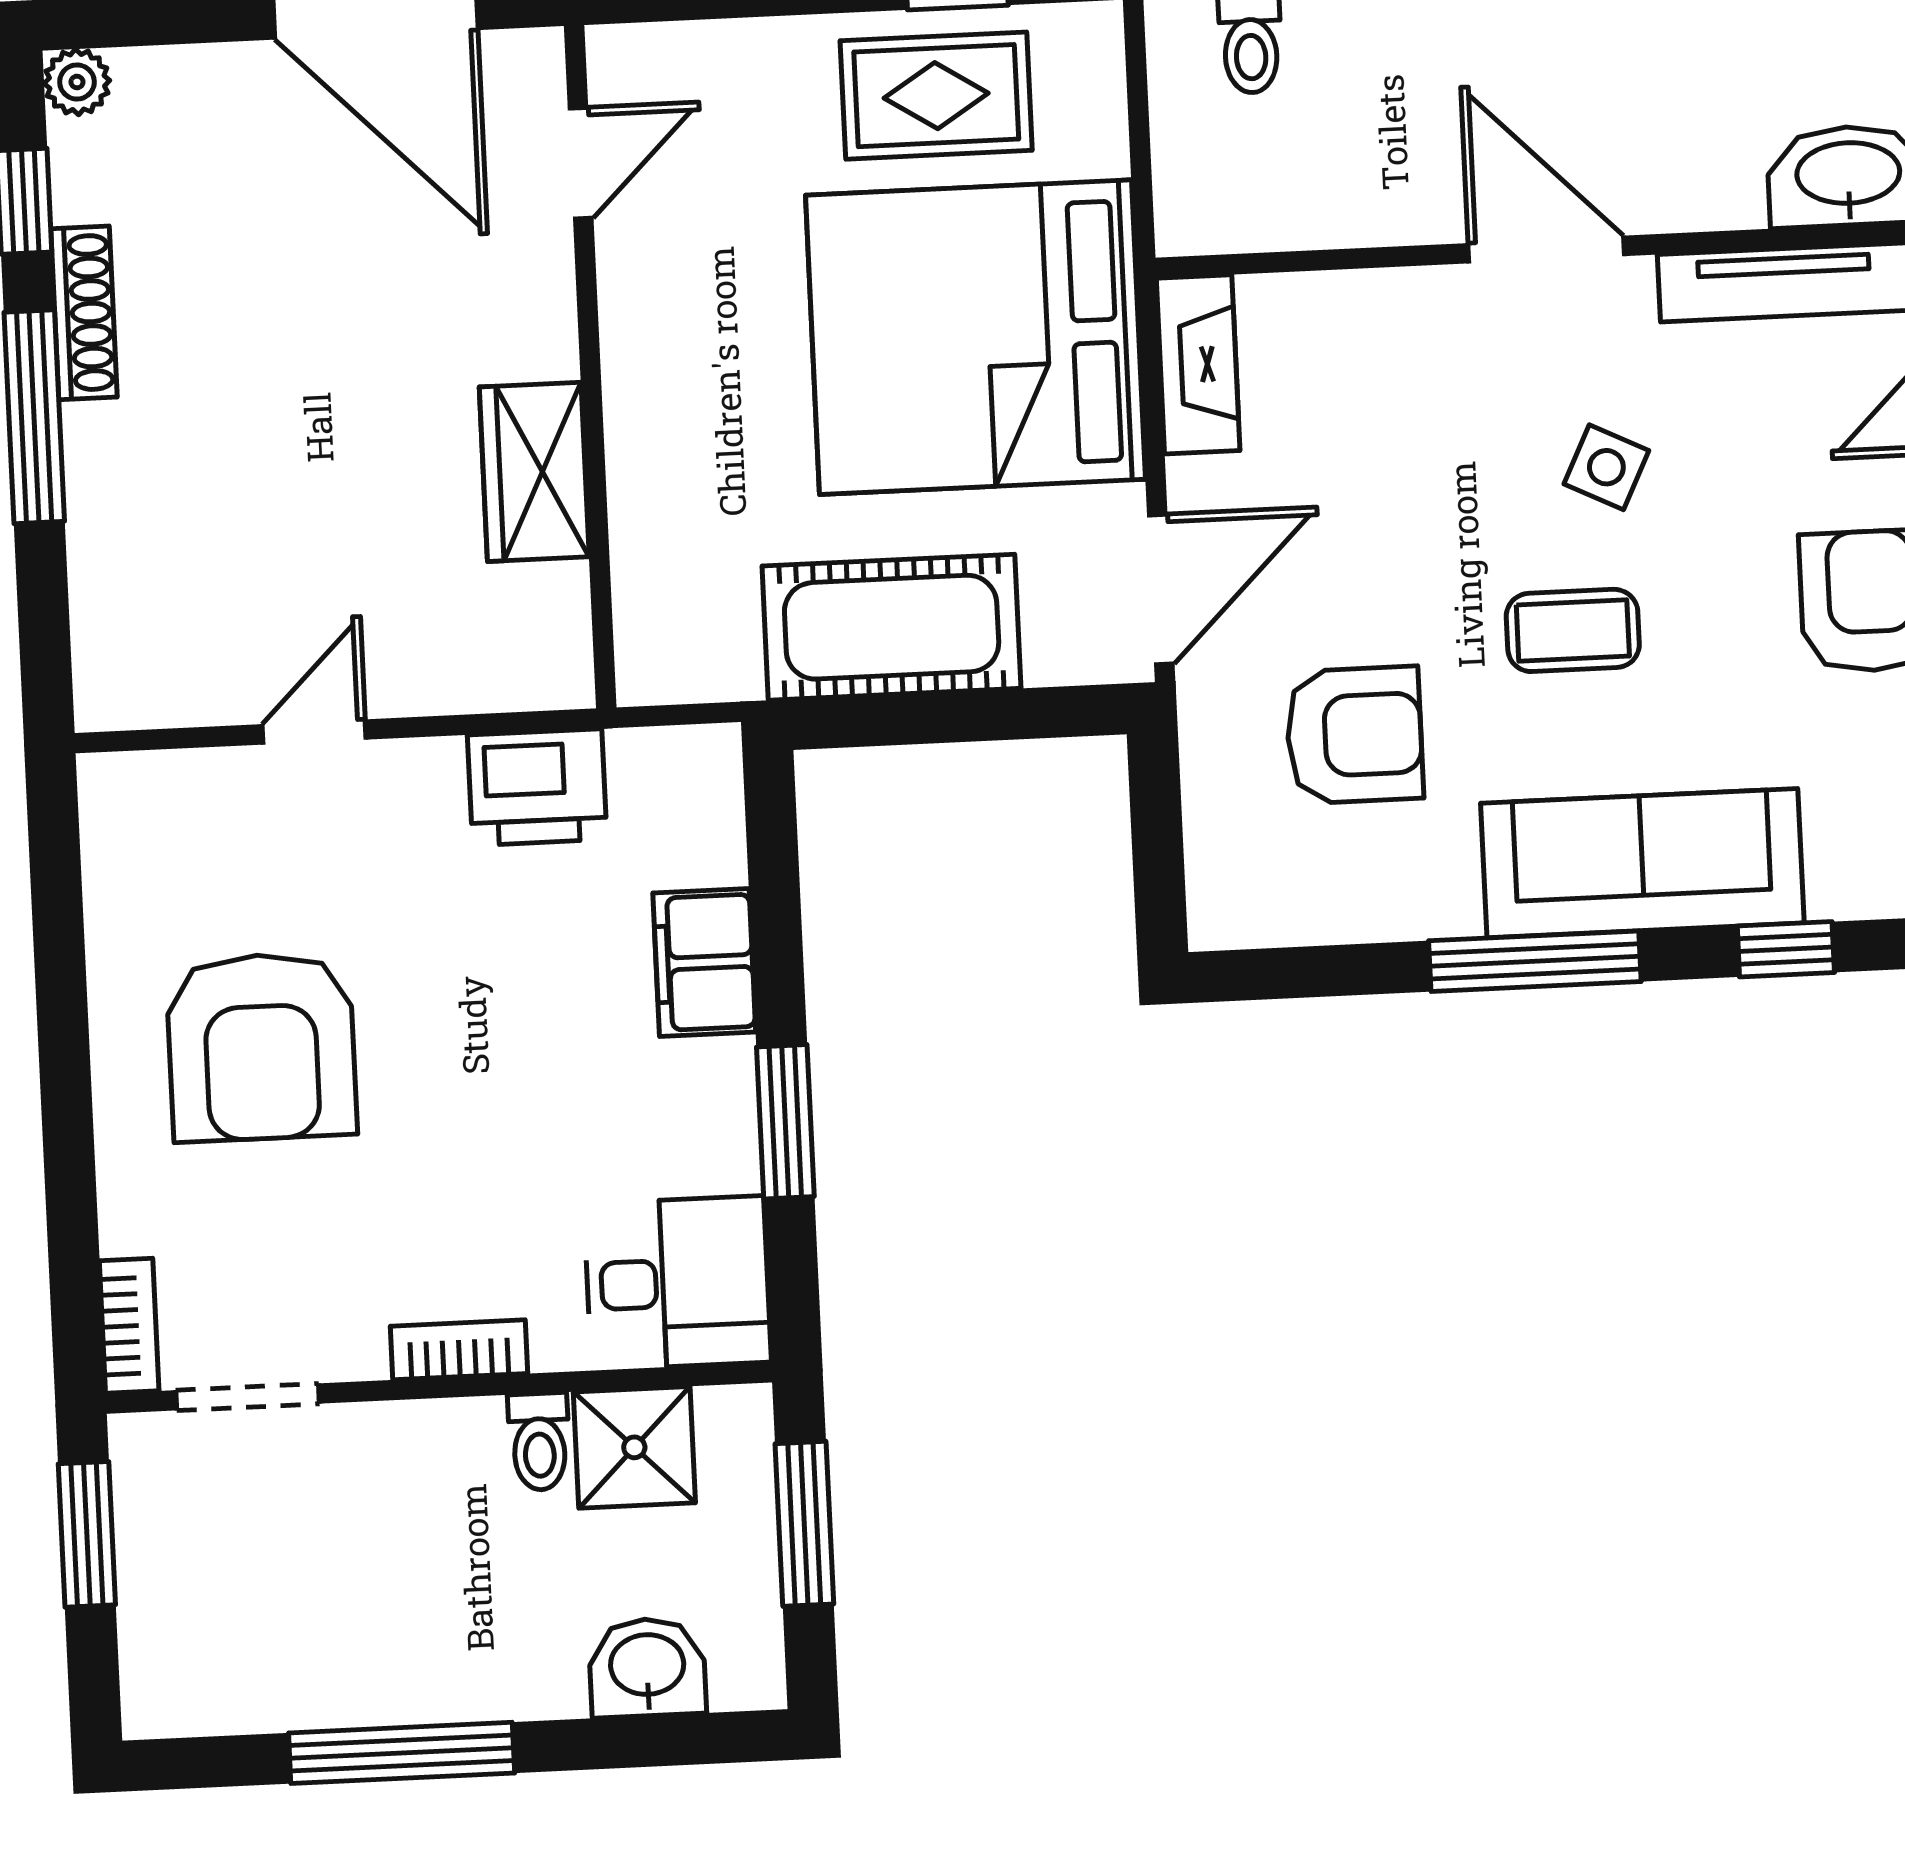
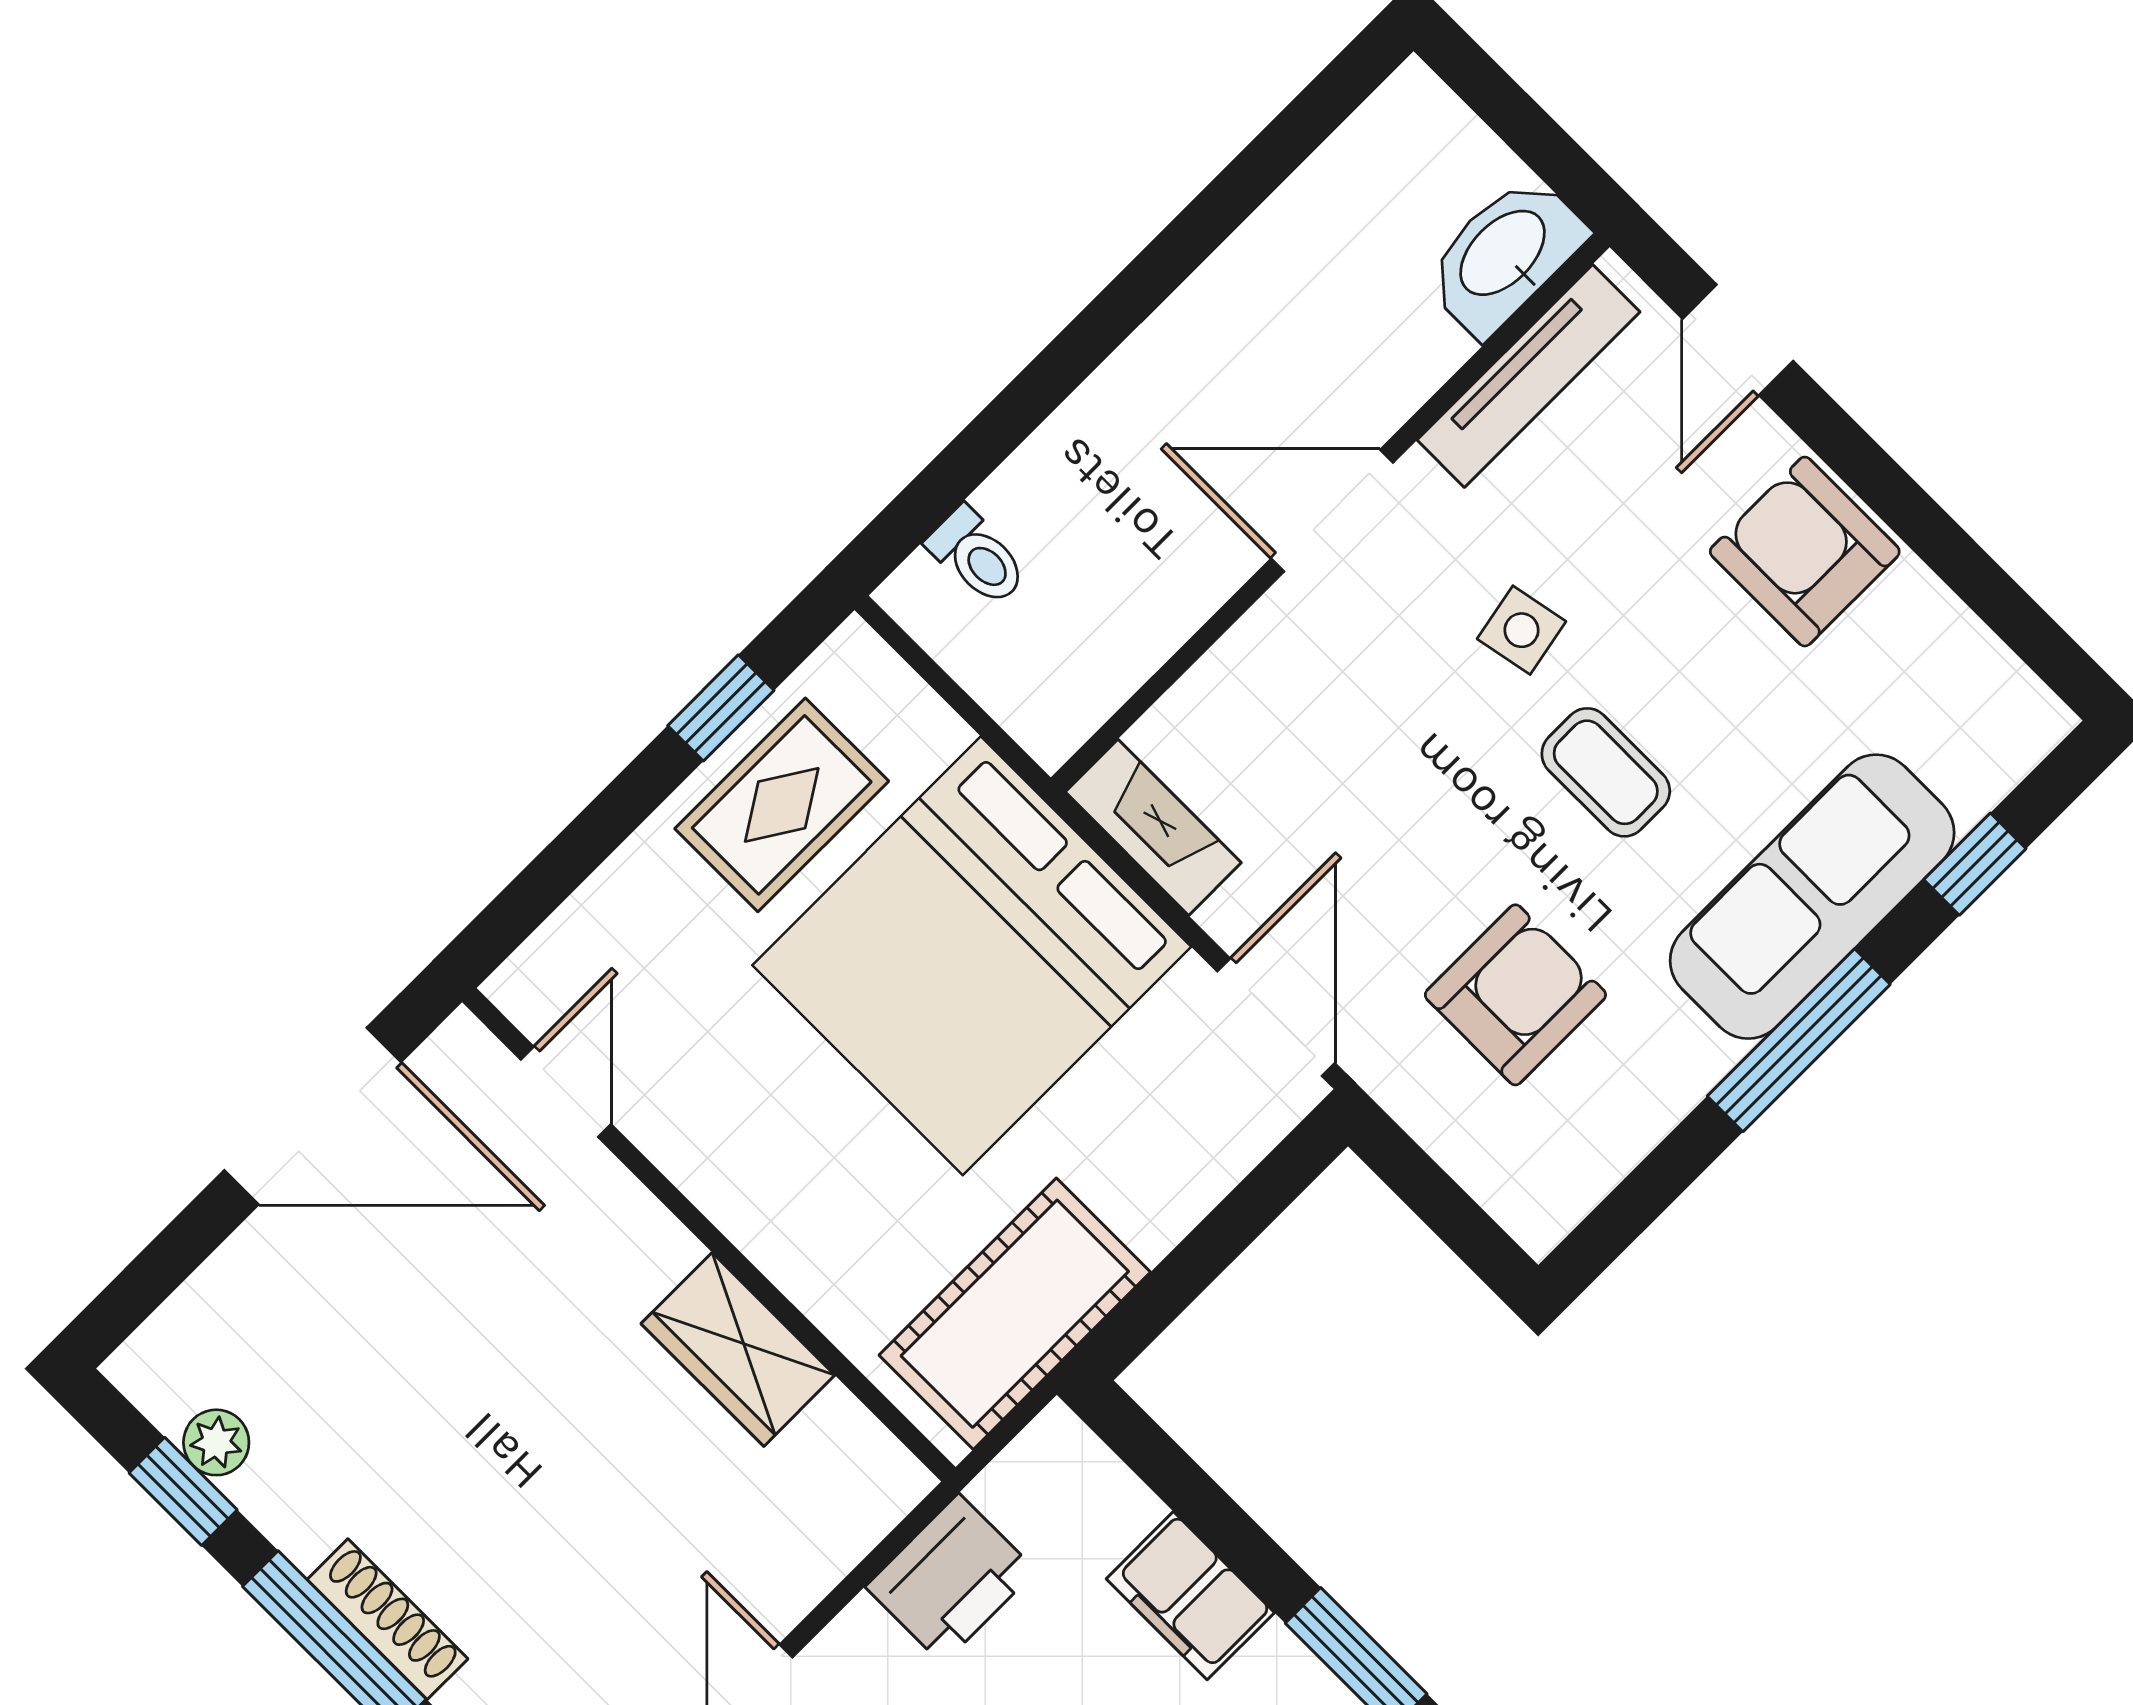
plant: (77, 82) -> (216, 1442), moved
shoe rack: (84, 313) -> (387, 1619), moved
side table: (1606, 467) -> (1521, 630), turned -37
cot: (892, 627) -> (1015, 1314), moved
coffee table: (1573, 630) -> (1606, 772), turned 90

